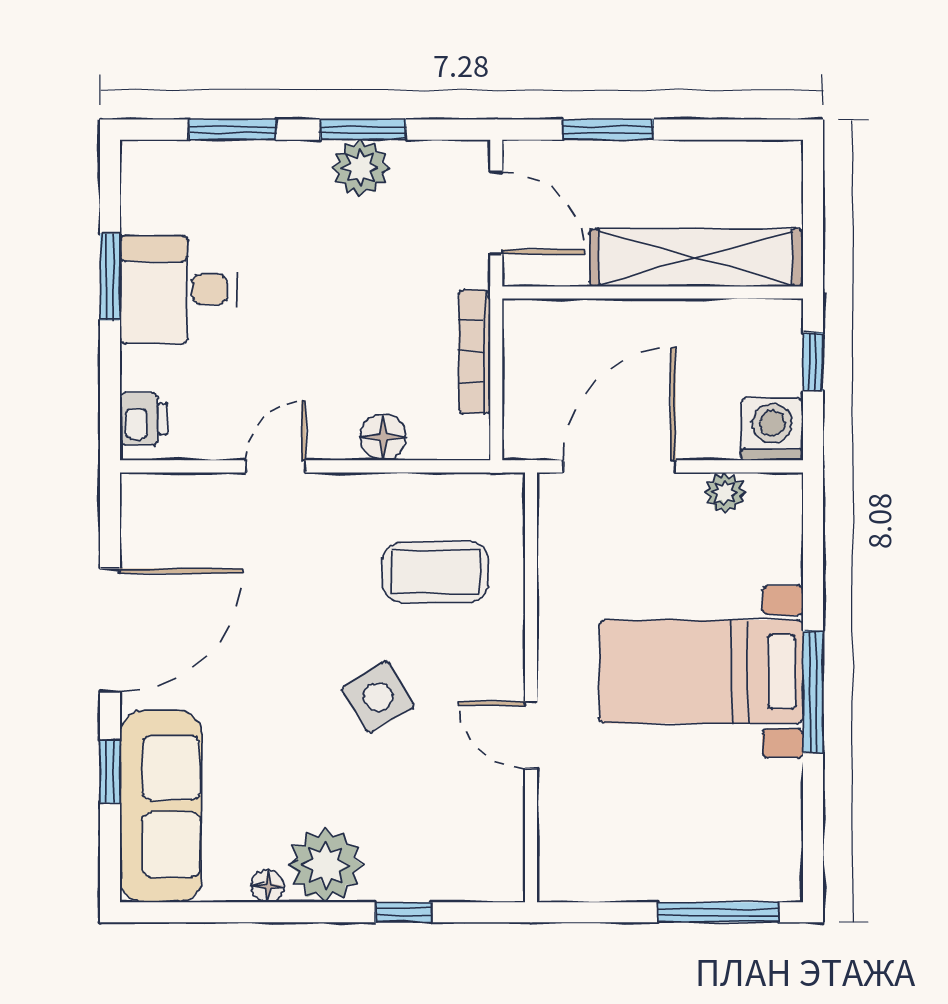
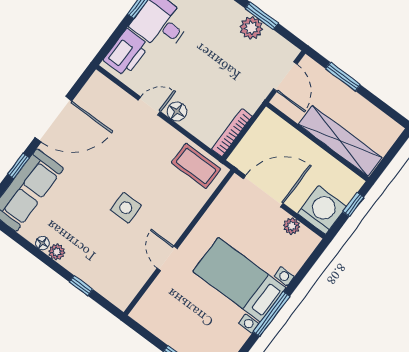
bookcase: (474, 352) -> (232, 133), moved
printer: (144, 419) -> (126, 53), width x1.87, depth x1.48
washing machine: (772, 429) -> (322, 210), width x1.37, depth x1.37
floor lamp: (383, 437) -> (177, 111), moved
coffee table: (436, 572) -> (196, 166), moved
side table: (378, 697) -> (126, 208), turned 31
plant: (325, 865) -> (57, 252), width x0.53, depth x0.53

